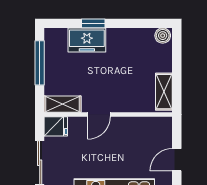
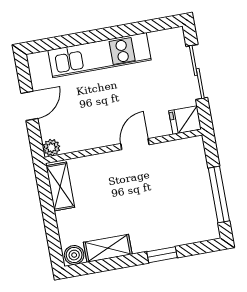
freezer: (87, 40) -> (166, 233), removed
shelving: (63, 104) -> (108, 248), moved
plant: (165, 124) -> (51, 148), added

